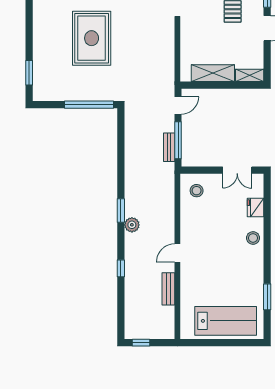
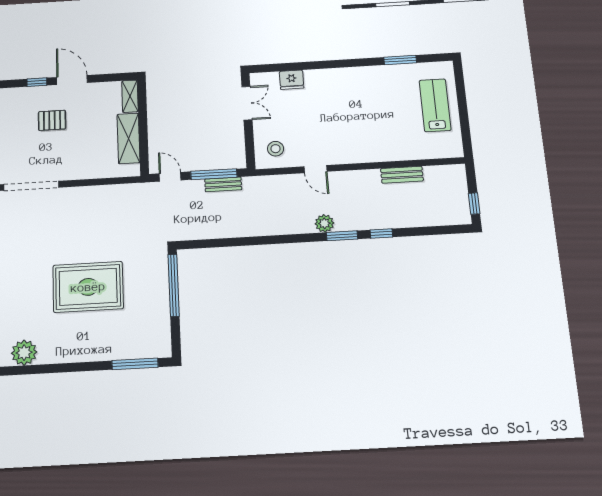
window: (29, 73) -> (135, 364), width x1.44
window: (121, 211) -> (342, 236), moved
stool: (253, 238) -> (329, 80), removed
door: (177, 253) -> (315, 169), moved
lab bench: (226, 321) -> (435, 105), width x0.73, depth x0.72

